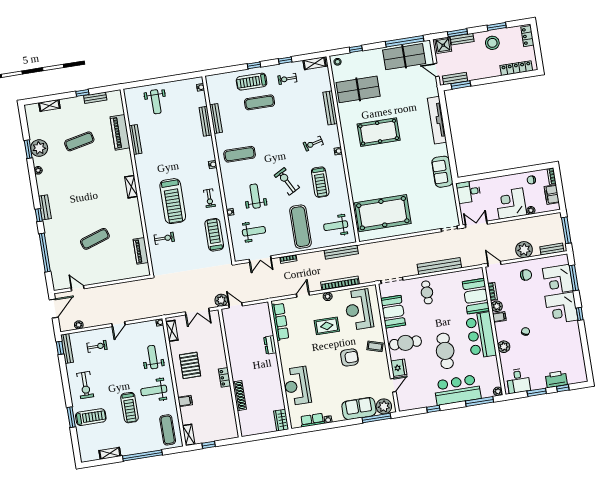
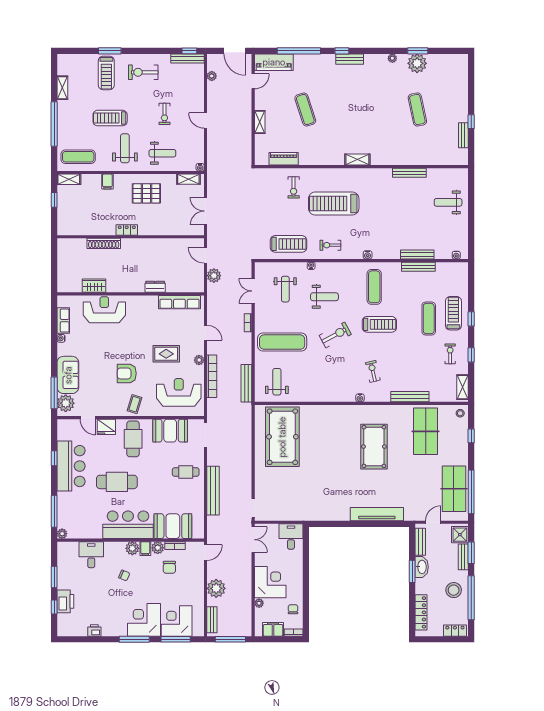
window: (497, 27) -> (471, 598), width x2.11
washbasin: (477, 74) -> (422, 567), added
window: (461, 85) -> (412, 571), moved
shelving: (49, 105) -> (260, 122), moved
piano: (120, 132) -> (274, 62), moved, turned 180
sofa: (442, 172) -> (318, 511), removed
treadmill: (320, 182) -> (379, 324), moved, turned 180
chair: (526, 275) -> (169, 567), moved
plant: (221, 300) -> (214, 276), moved
door: (236, 305) -> (205, 255), swing flipped
window: (580, 314) -> (134, 639), width x2.17
rug: (327, 326) -> (166, 354), turned 90
exercise bike: (97, 346) -> (164, 114), moved
plant: (504, 347) -> (132, 548), moved
printer: (578, 350) -> (94, 630), added
armchair: (349, 357) -> (127, 373), turned 90
desk: (518, 381) -> (91, 555), moved, turned 90
bar counter: (457, 390) -> (71, 466), moved
wardrobe: (281, 420) -> (94, 286), moved

